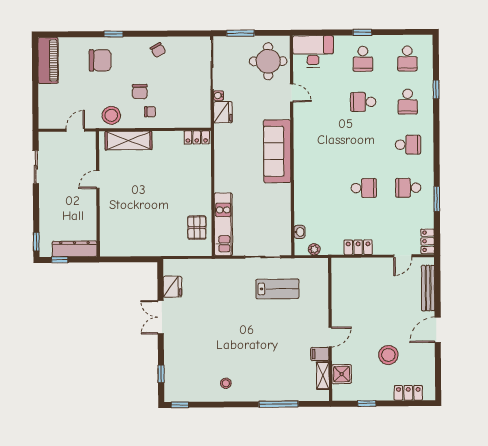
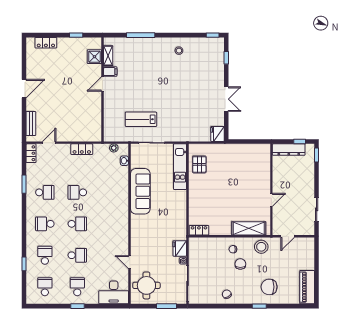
school desk: (363, 145) -> (77, 224), added
sofa: (277, 151) -> (140, 191), moved
fridge: (172, 287) -> (218, 134), moved
bench: (428, 288) -> (31, 123), width x0.73
stool: (388, 355) -> (60, 70), removed

